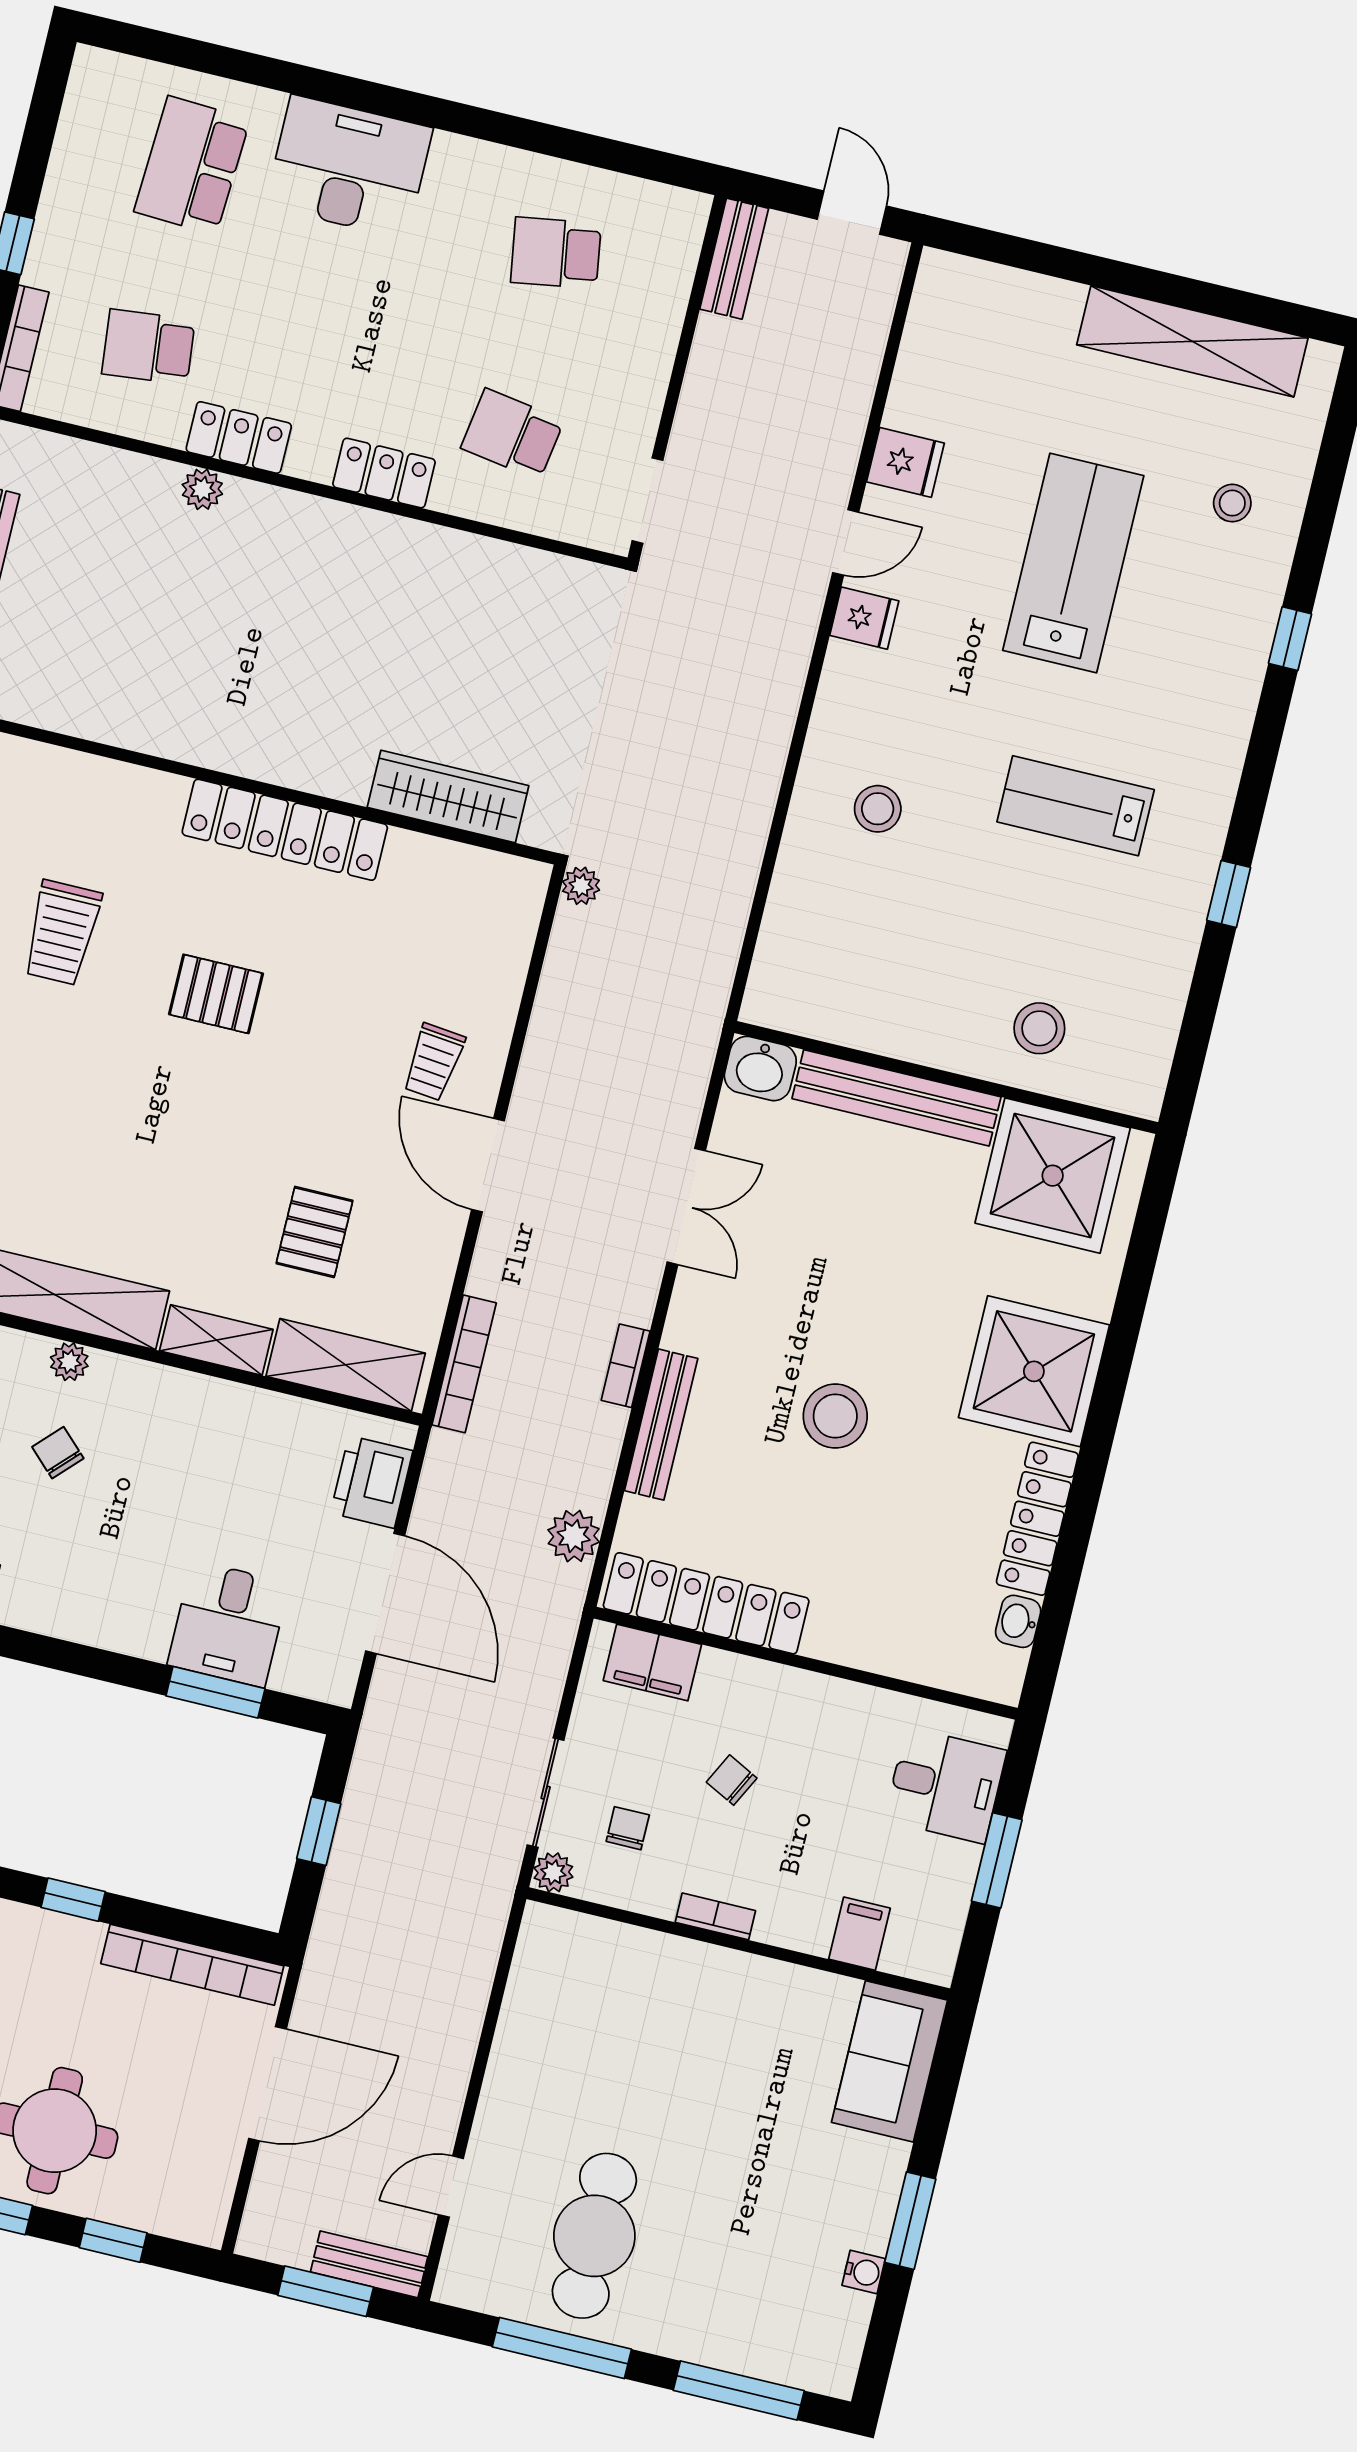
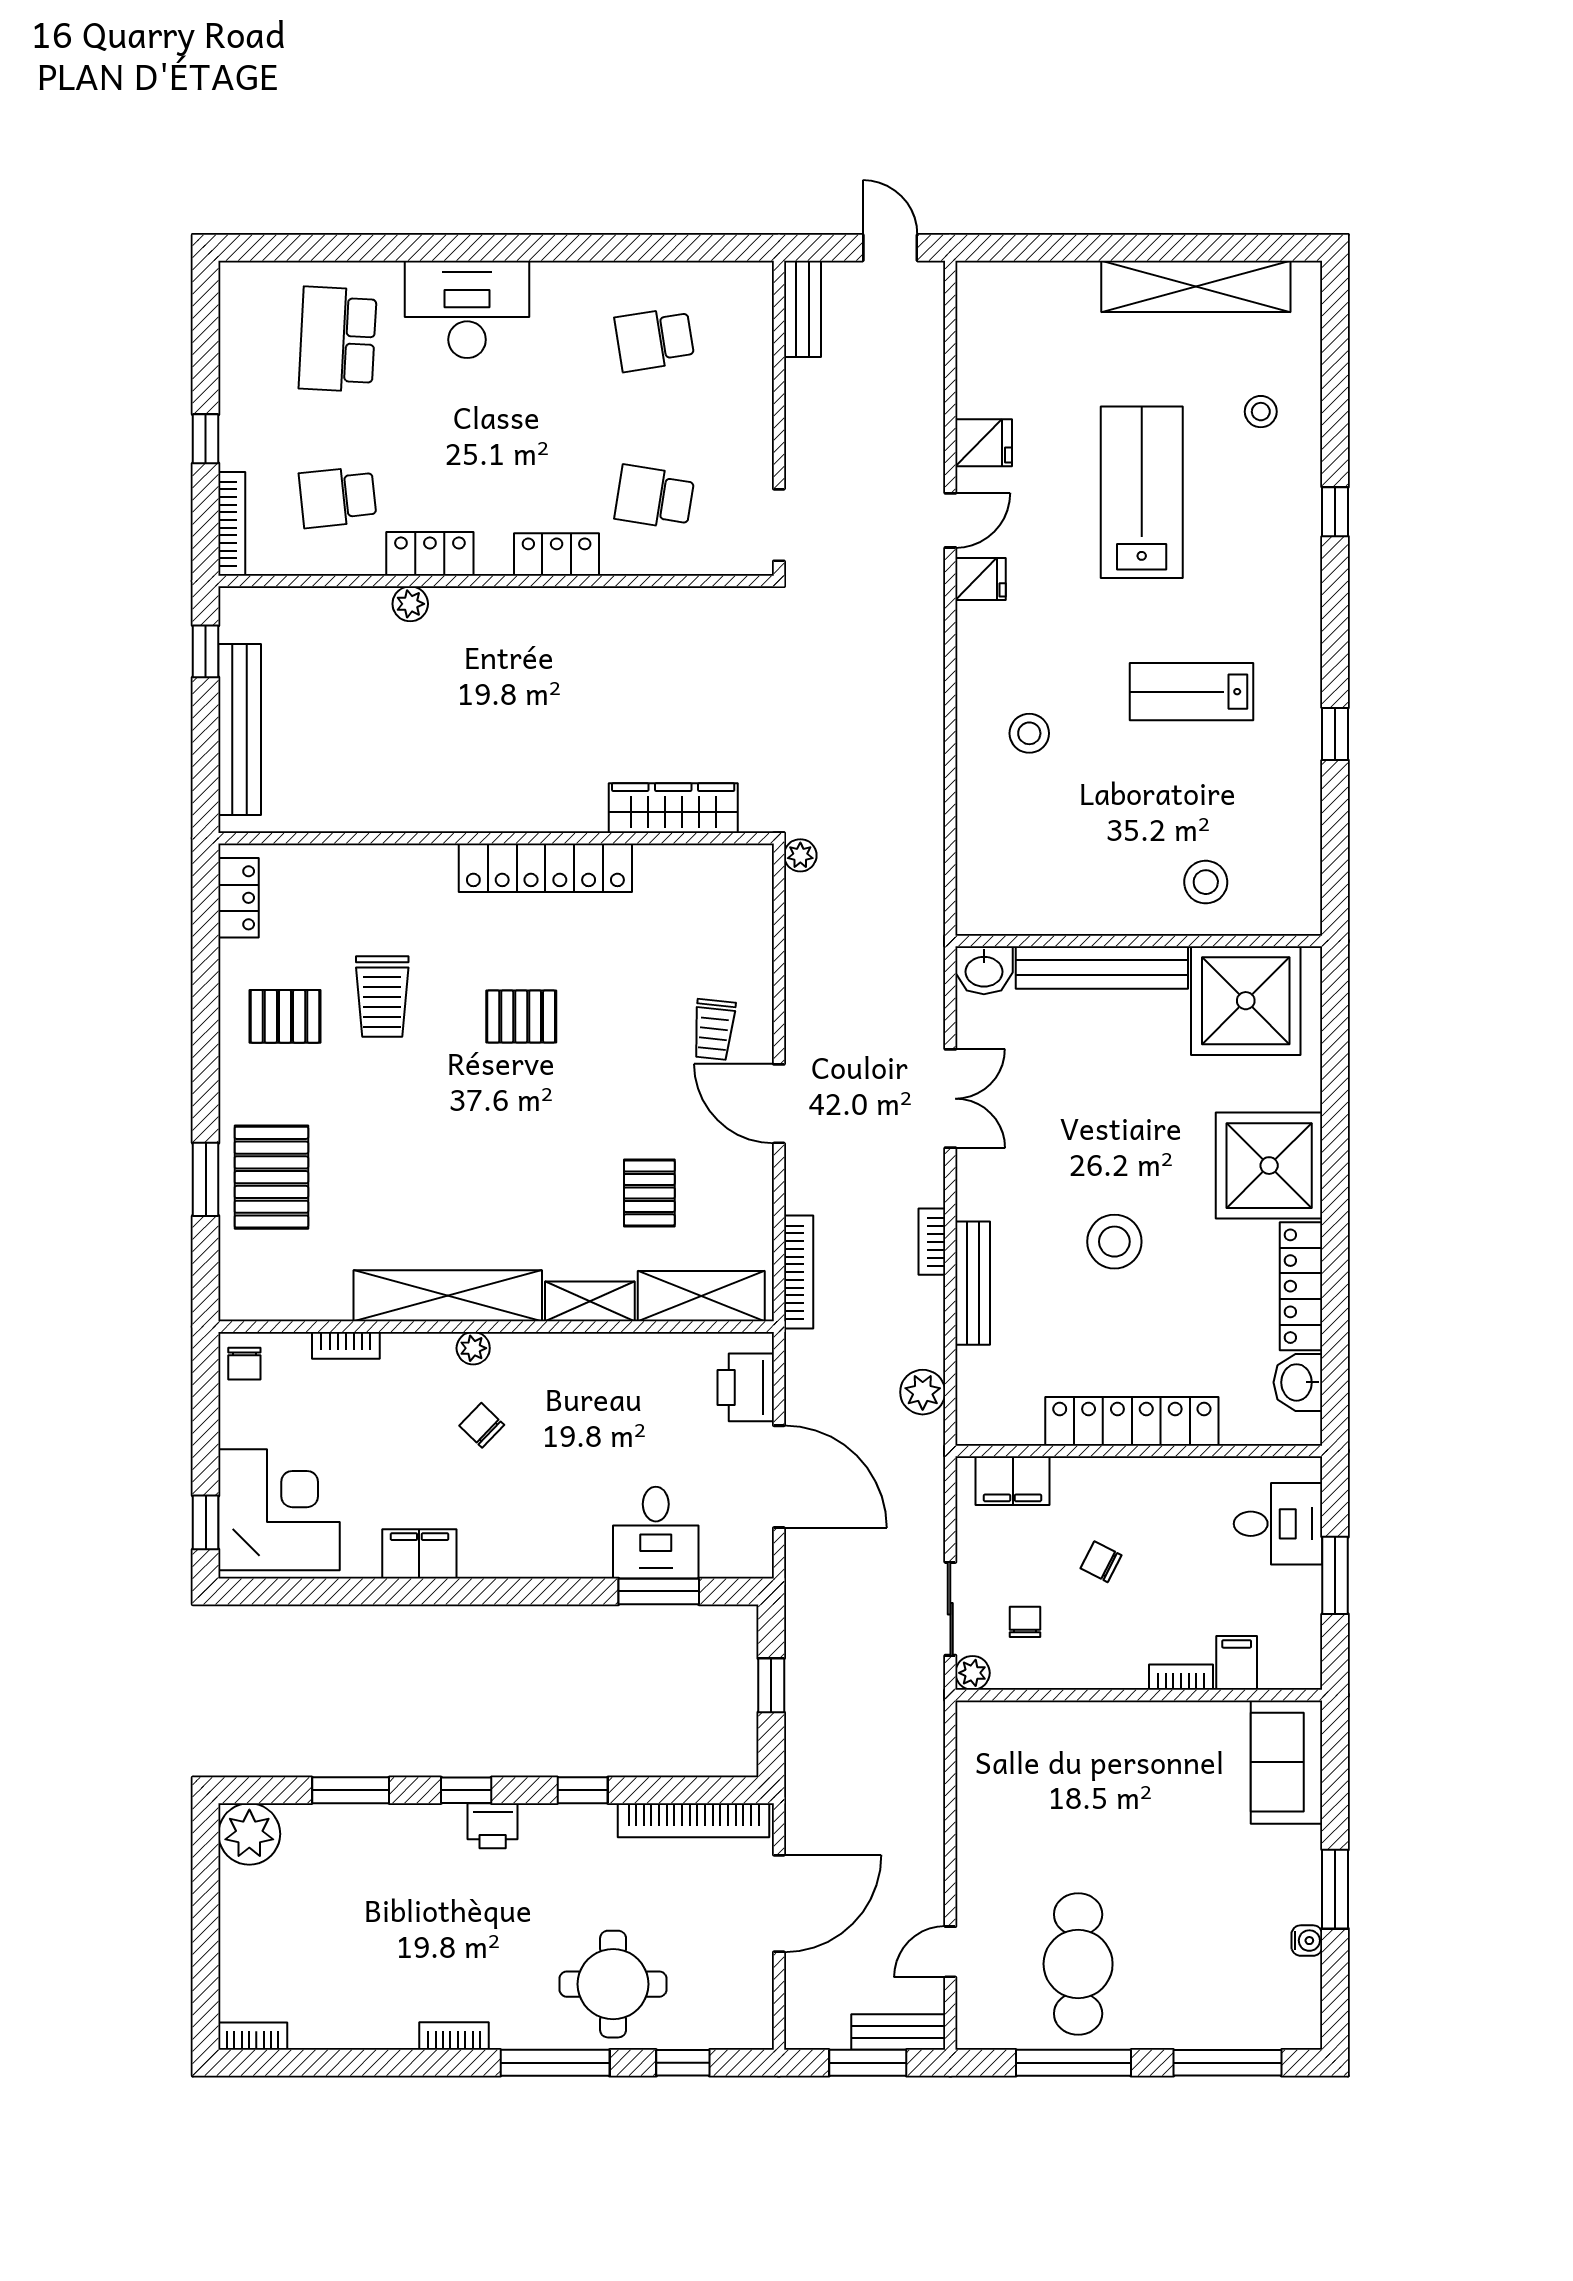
locker: (706, 1603) -> (1132, 1421), moved
washbasin: (1018, 1621) -> (1298, 1382), width x1.38, depth x1.45
bookcase: (715, 1916) -> (1181, 1677), moved

